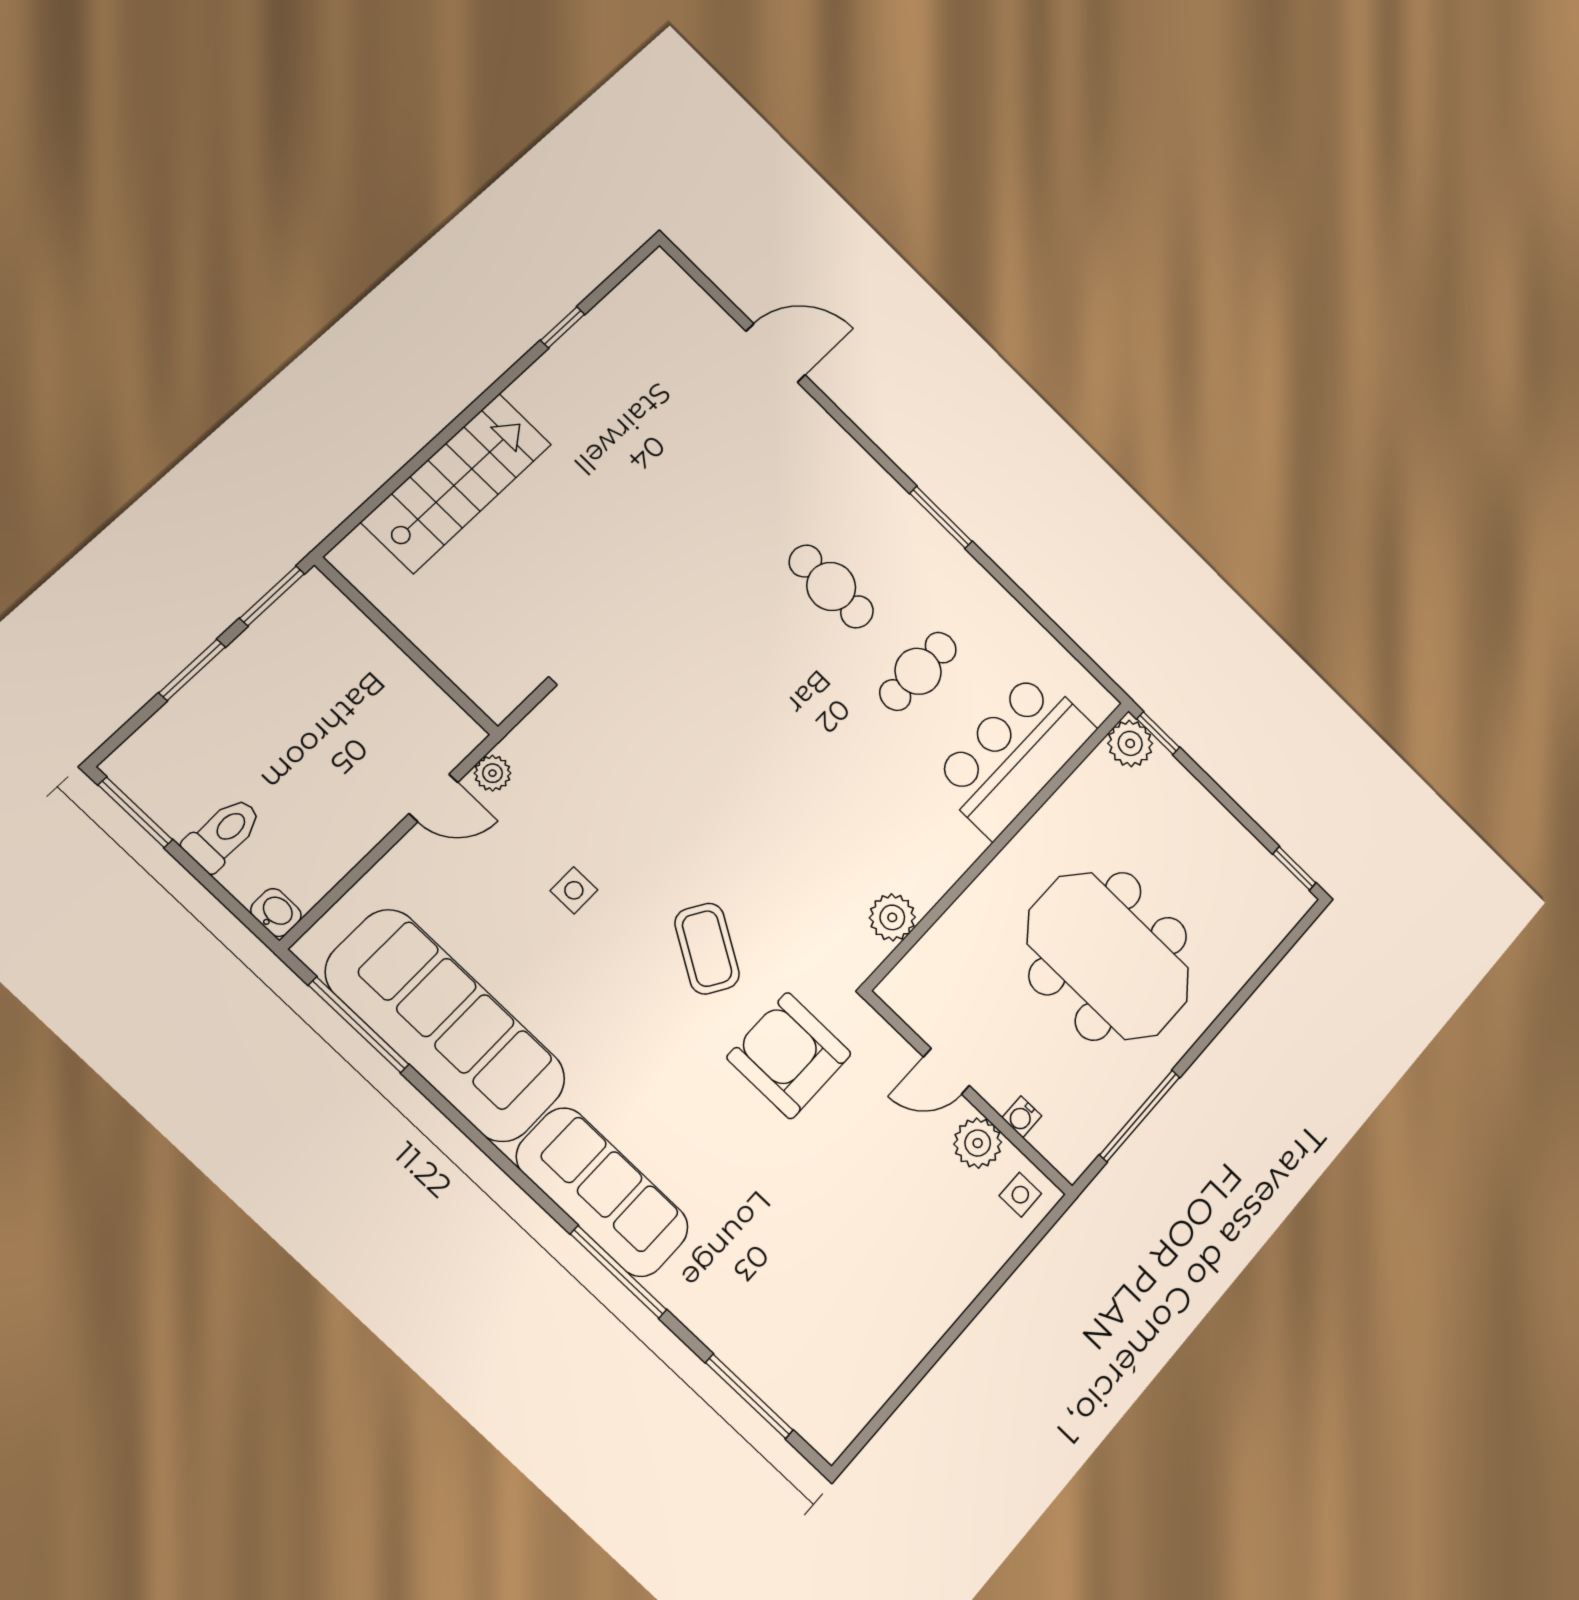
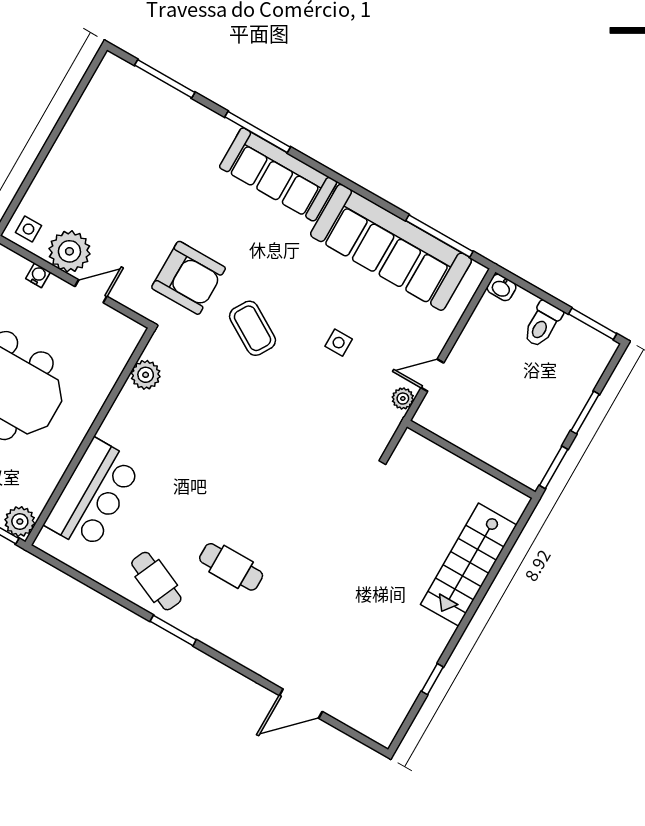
cafe table: (918, 671) -> (156, 581), moved, turned -66
plant: (978, 1143) -> (69, 251), width x1.36, depth x1.36

